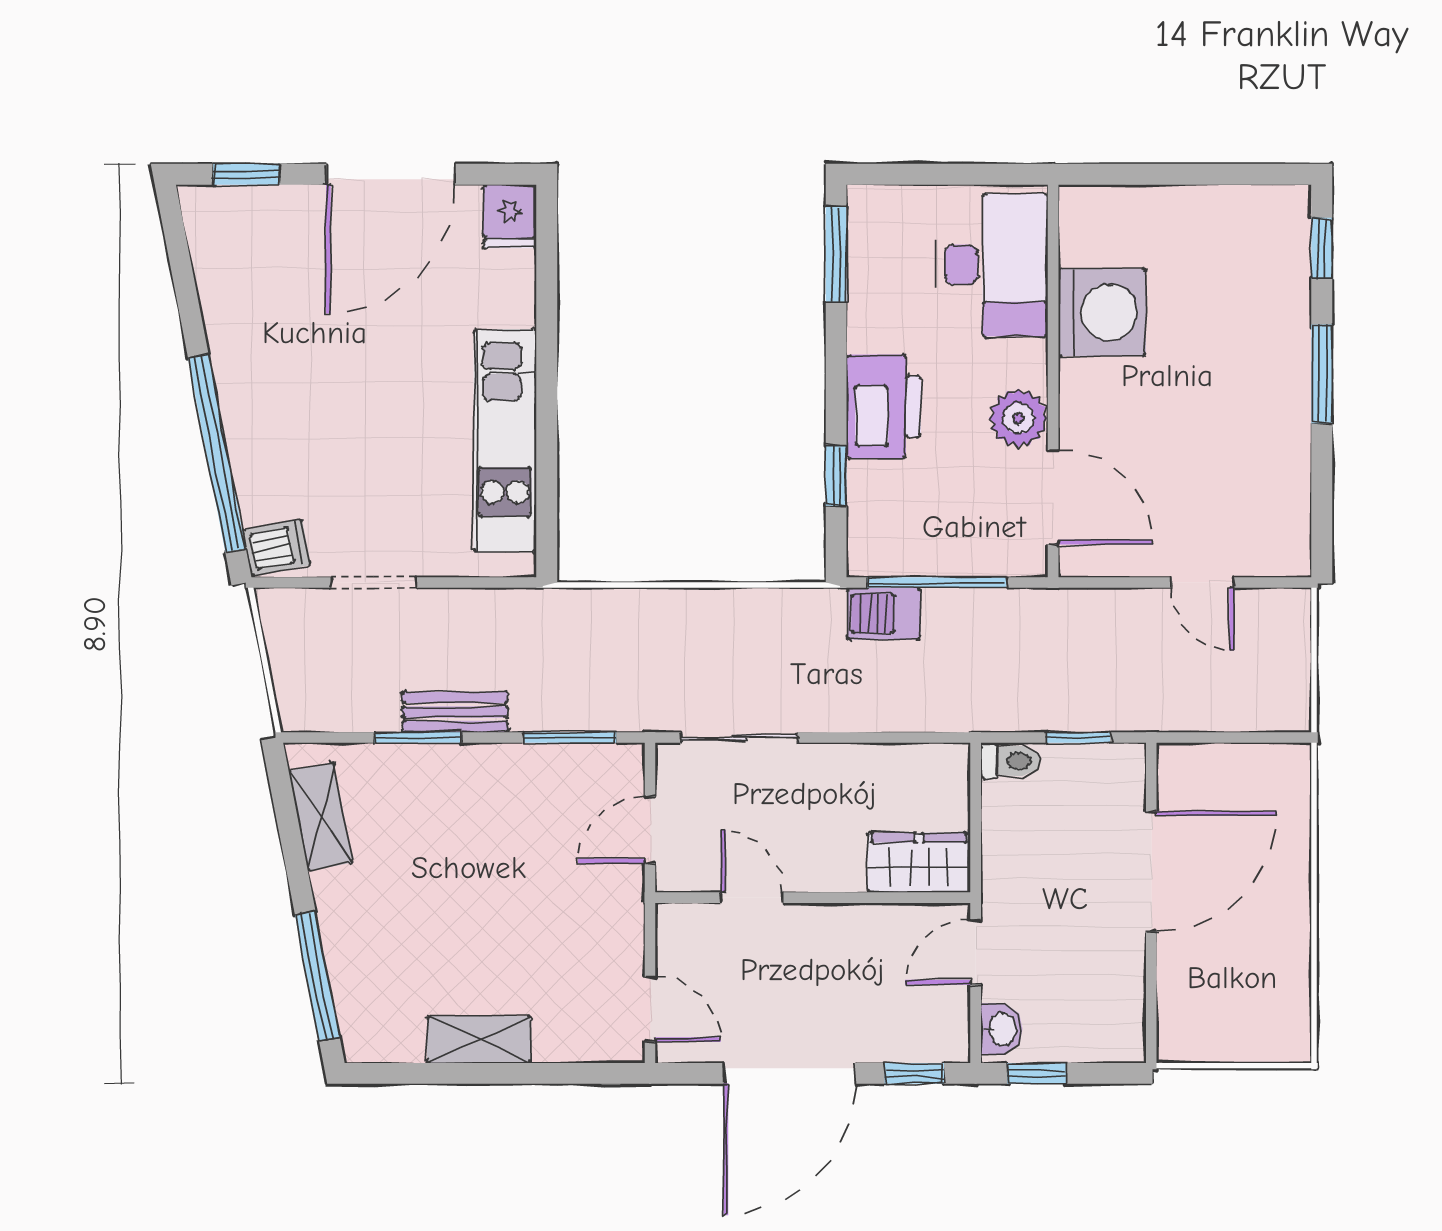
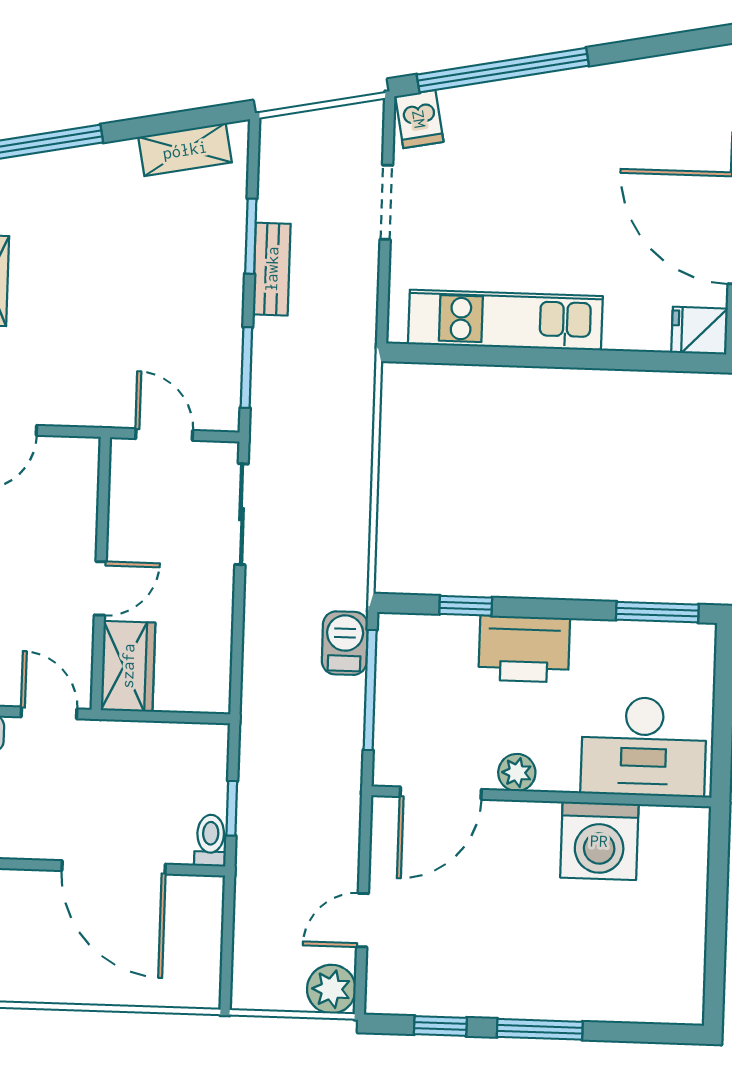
window: (1322, 248) -> (440, 1026), moved
plant: (1018, 418) -> (517, 773), width x0.73, depth x0.73
plant: (1283, 616) -> (331, 989), added
toilet: (1010, 761) -> (210, 840), moved, turned 180
door: (752, 898) -> (100, 588), moved

